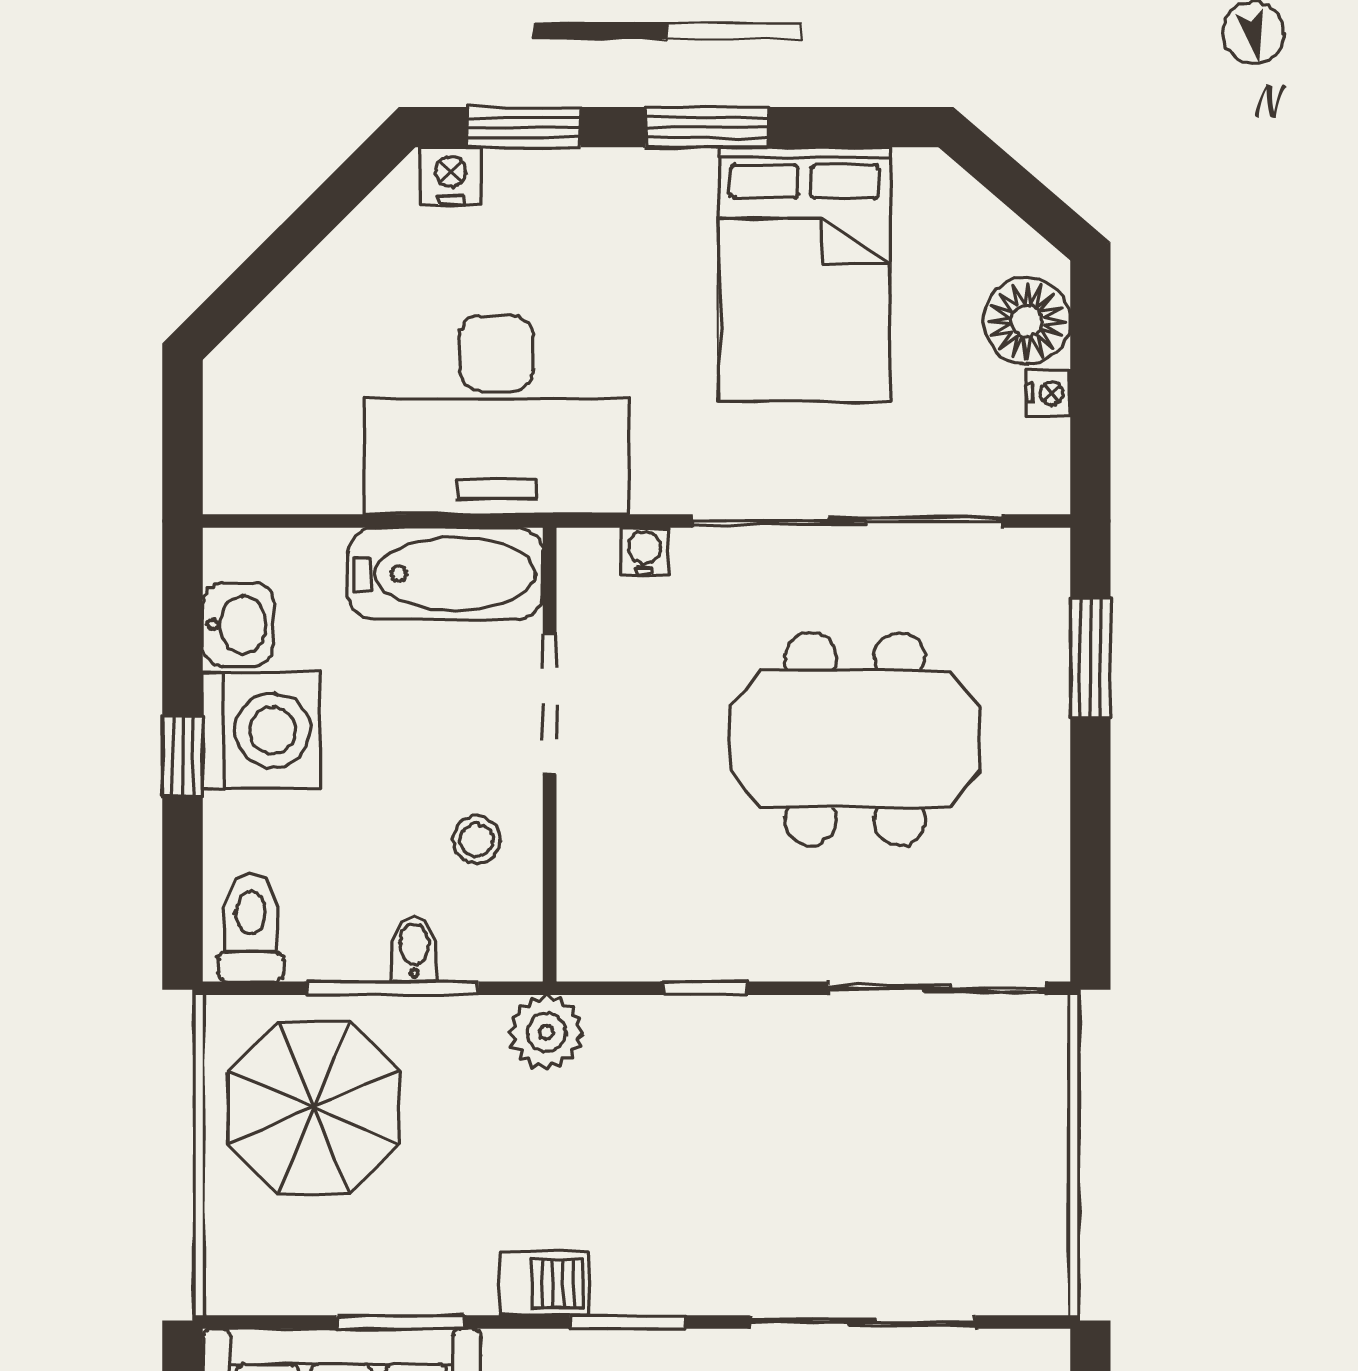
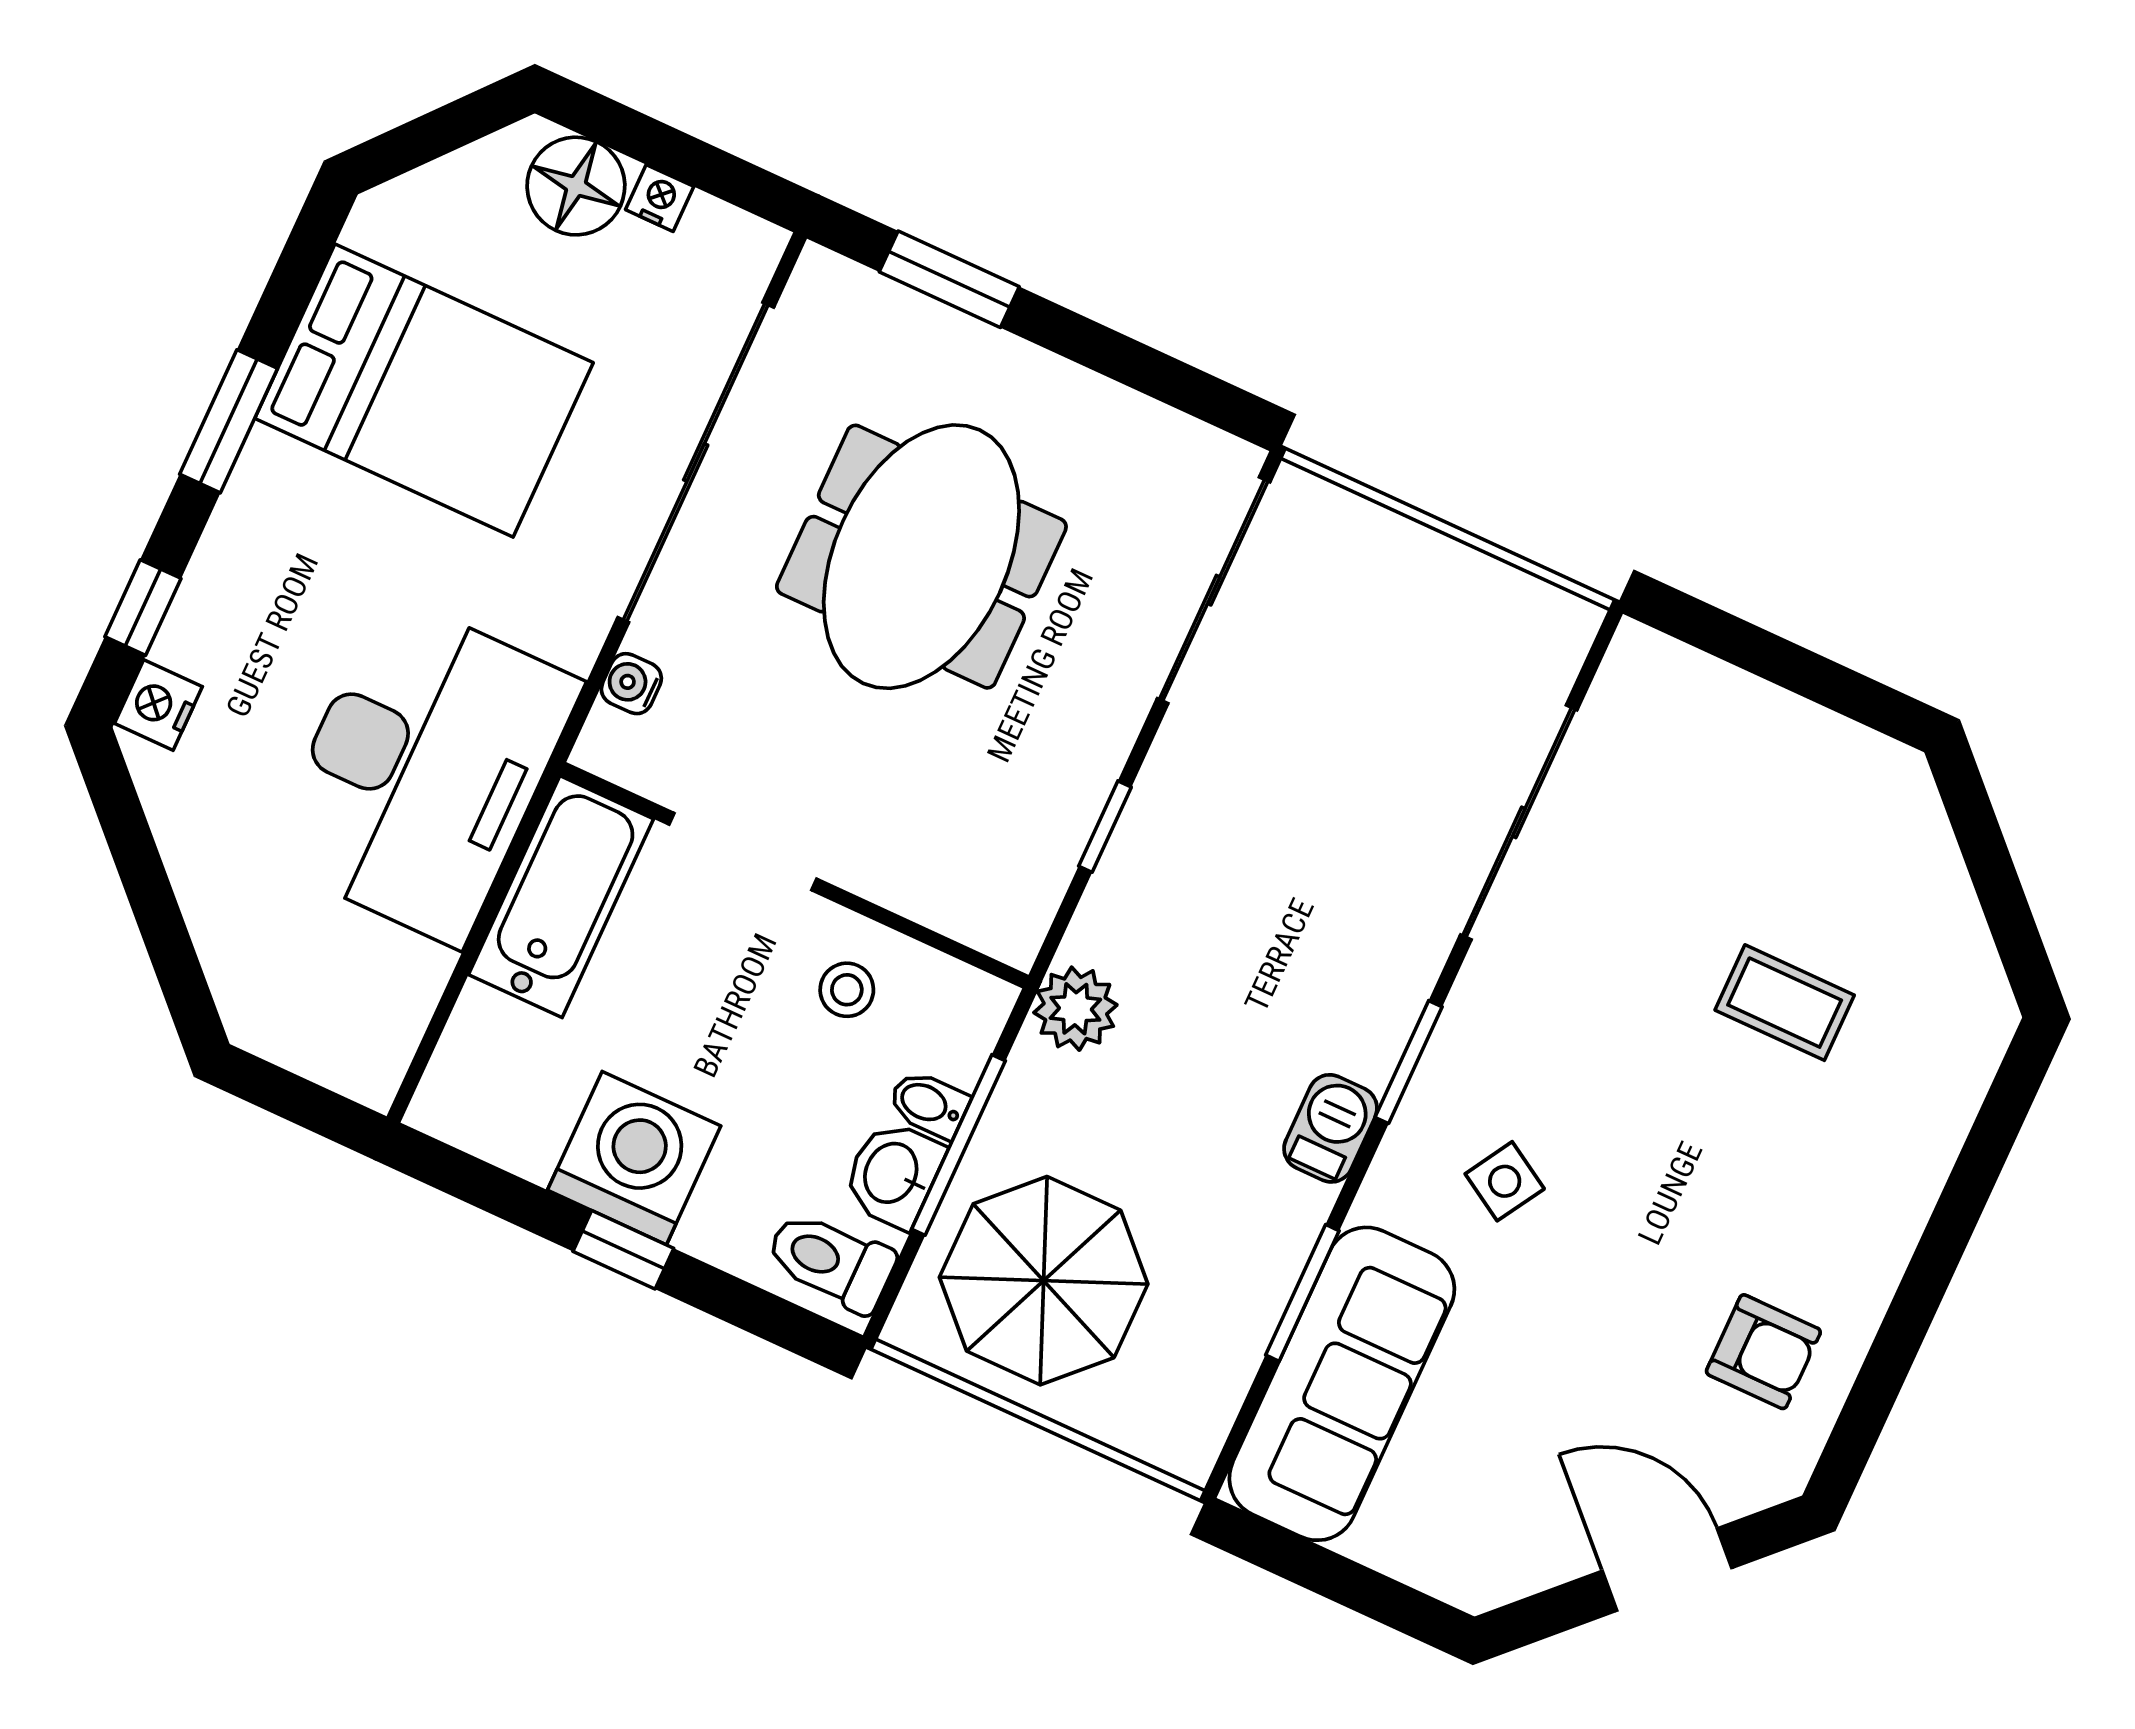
window: (524, 127) -> (143, 608), width x0.67
washbasin: (238, 625) -> (893, 1174), moved, turned -90

